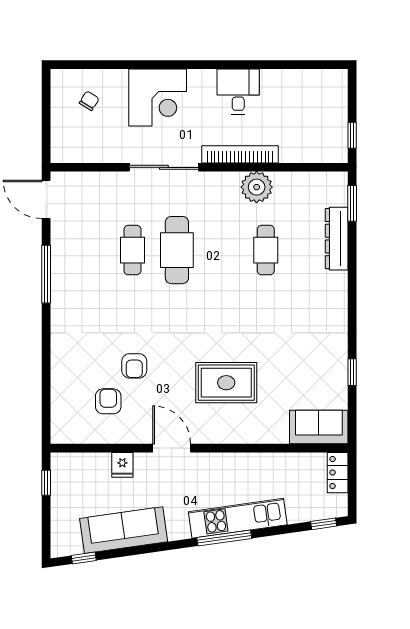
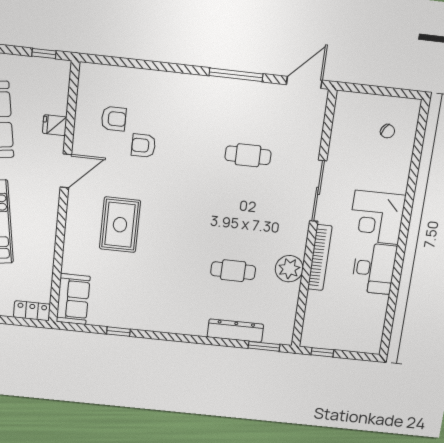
desk: (238, 91) -> (374, 268), width x1.37
corner desk: (158, 97) -> (377, 217), moved
cafe table: (177, 250) -> (243, 194), removed

